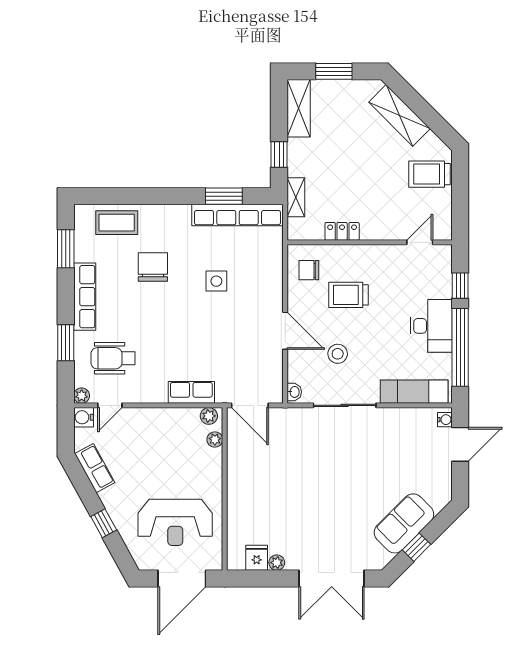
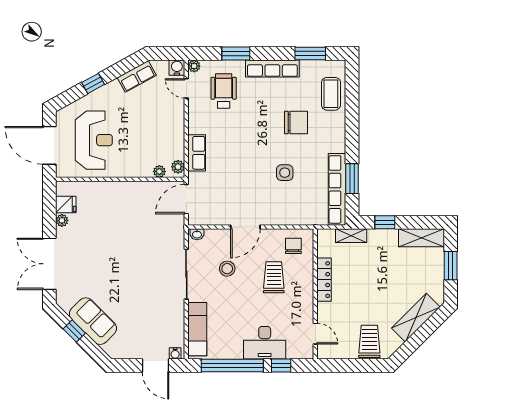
locker: (342, 231) -> (324, 280), width x1.53
desk: (431, 326) -> (265, 343), moved
reception desk: (175, 522) -> (94, 140), turned 180

